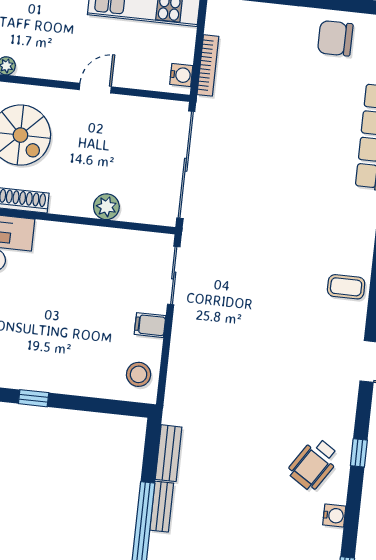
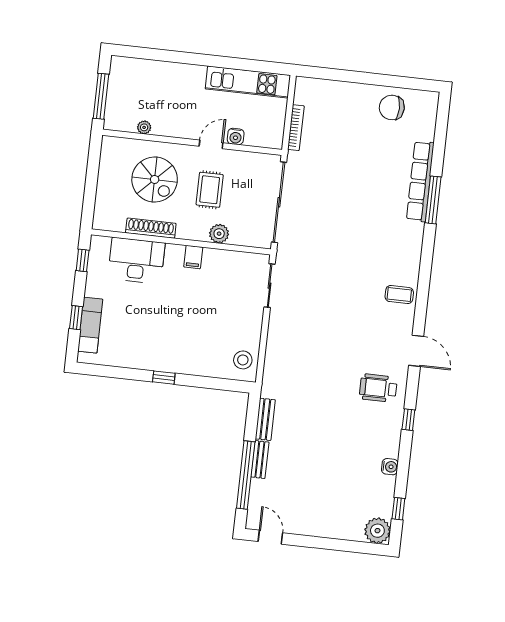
water cooler: (181, 75) -> (236, 136), moved, turned 90
rug: (94, 148) -> (210, 190), added
filing cabinet: (150, 325) -> (193, 257), moved, turned -90
wheelchair: (314, 464) -> (378, 388), moved, turned 57

